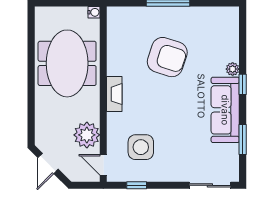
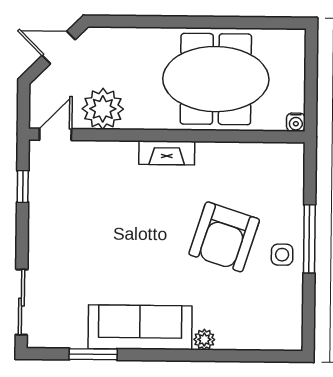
window: (243, 84) -> (180, 355), removed
side table: (141, 147) -> (282, 255), moved, width x0.54, depth x0.54

